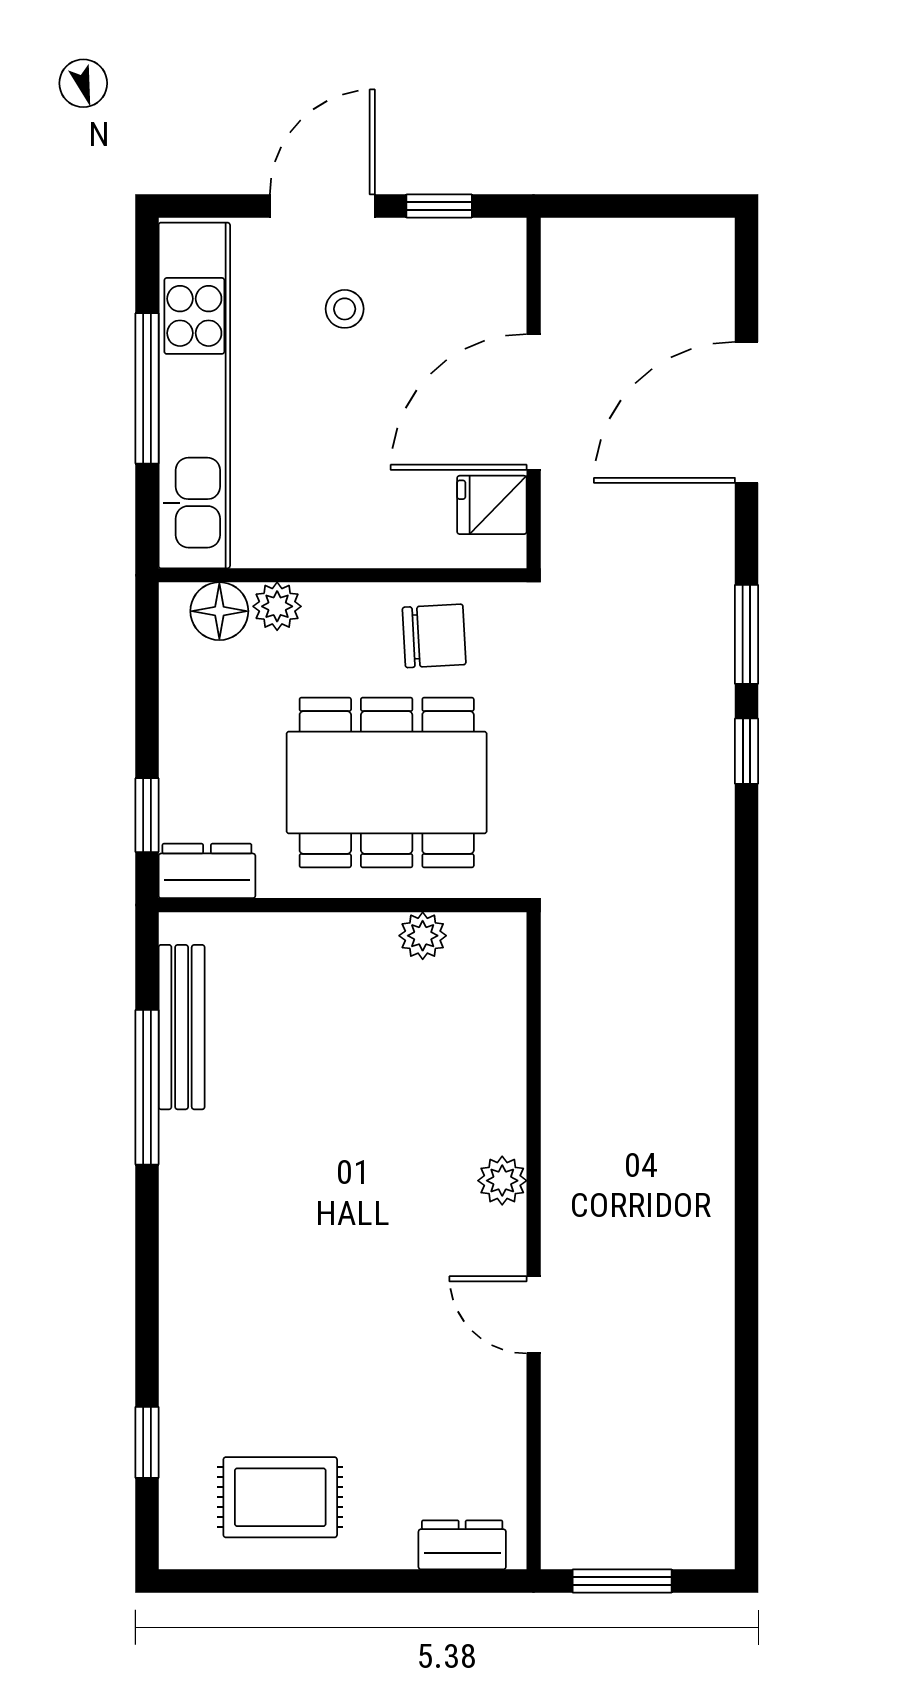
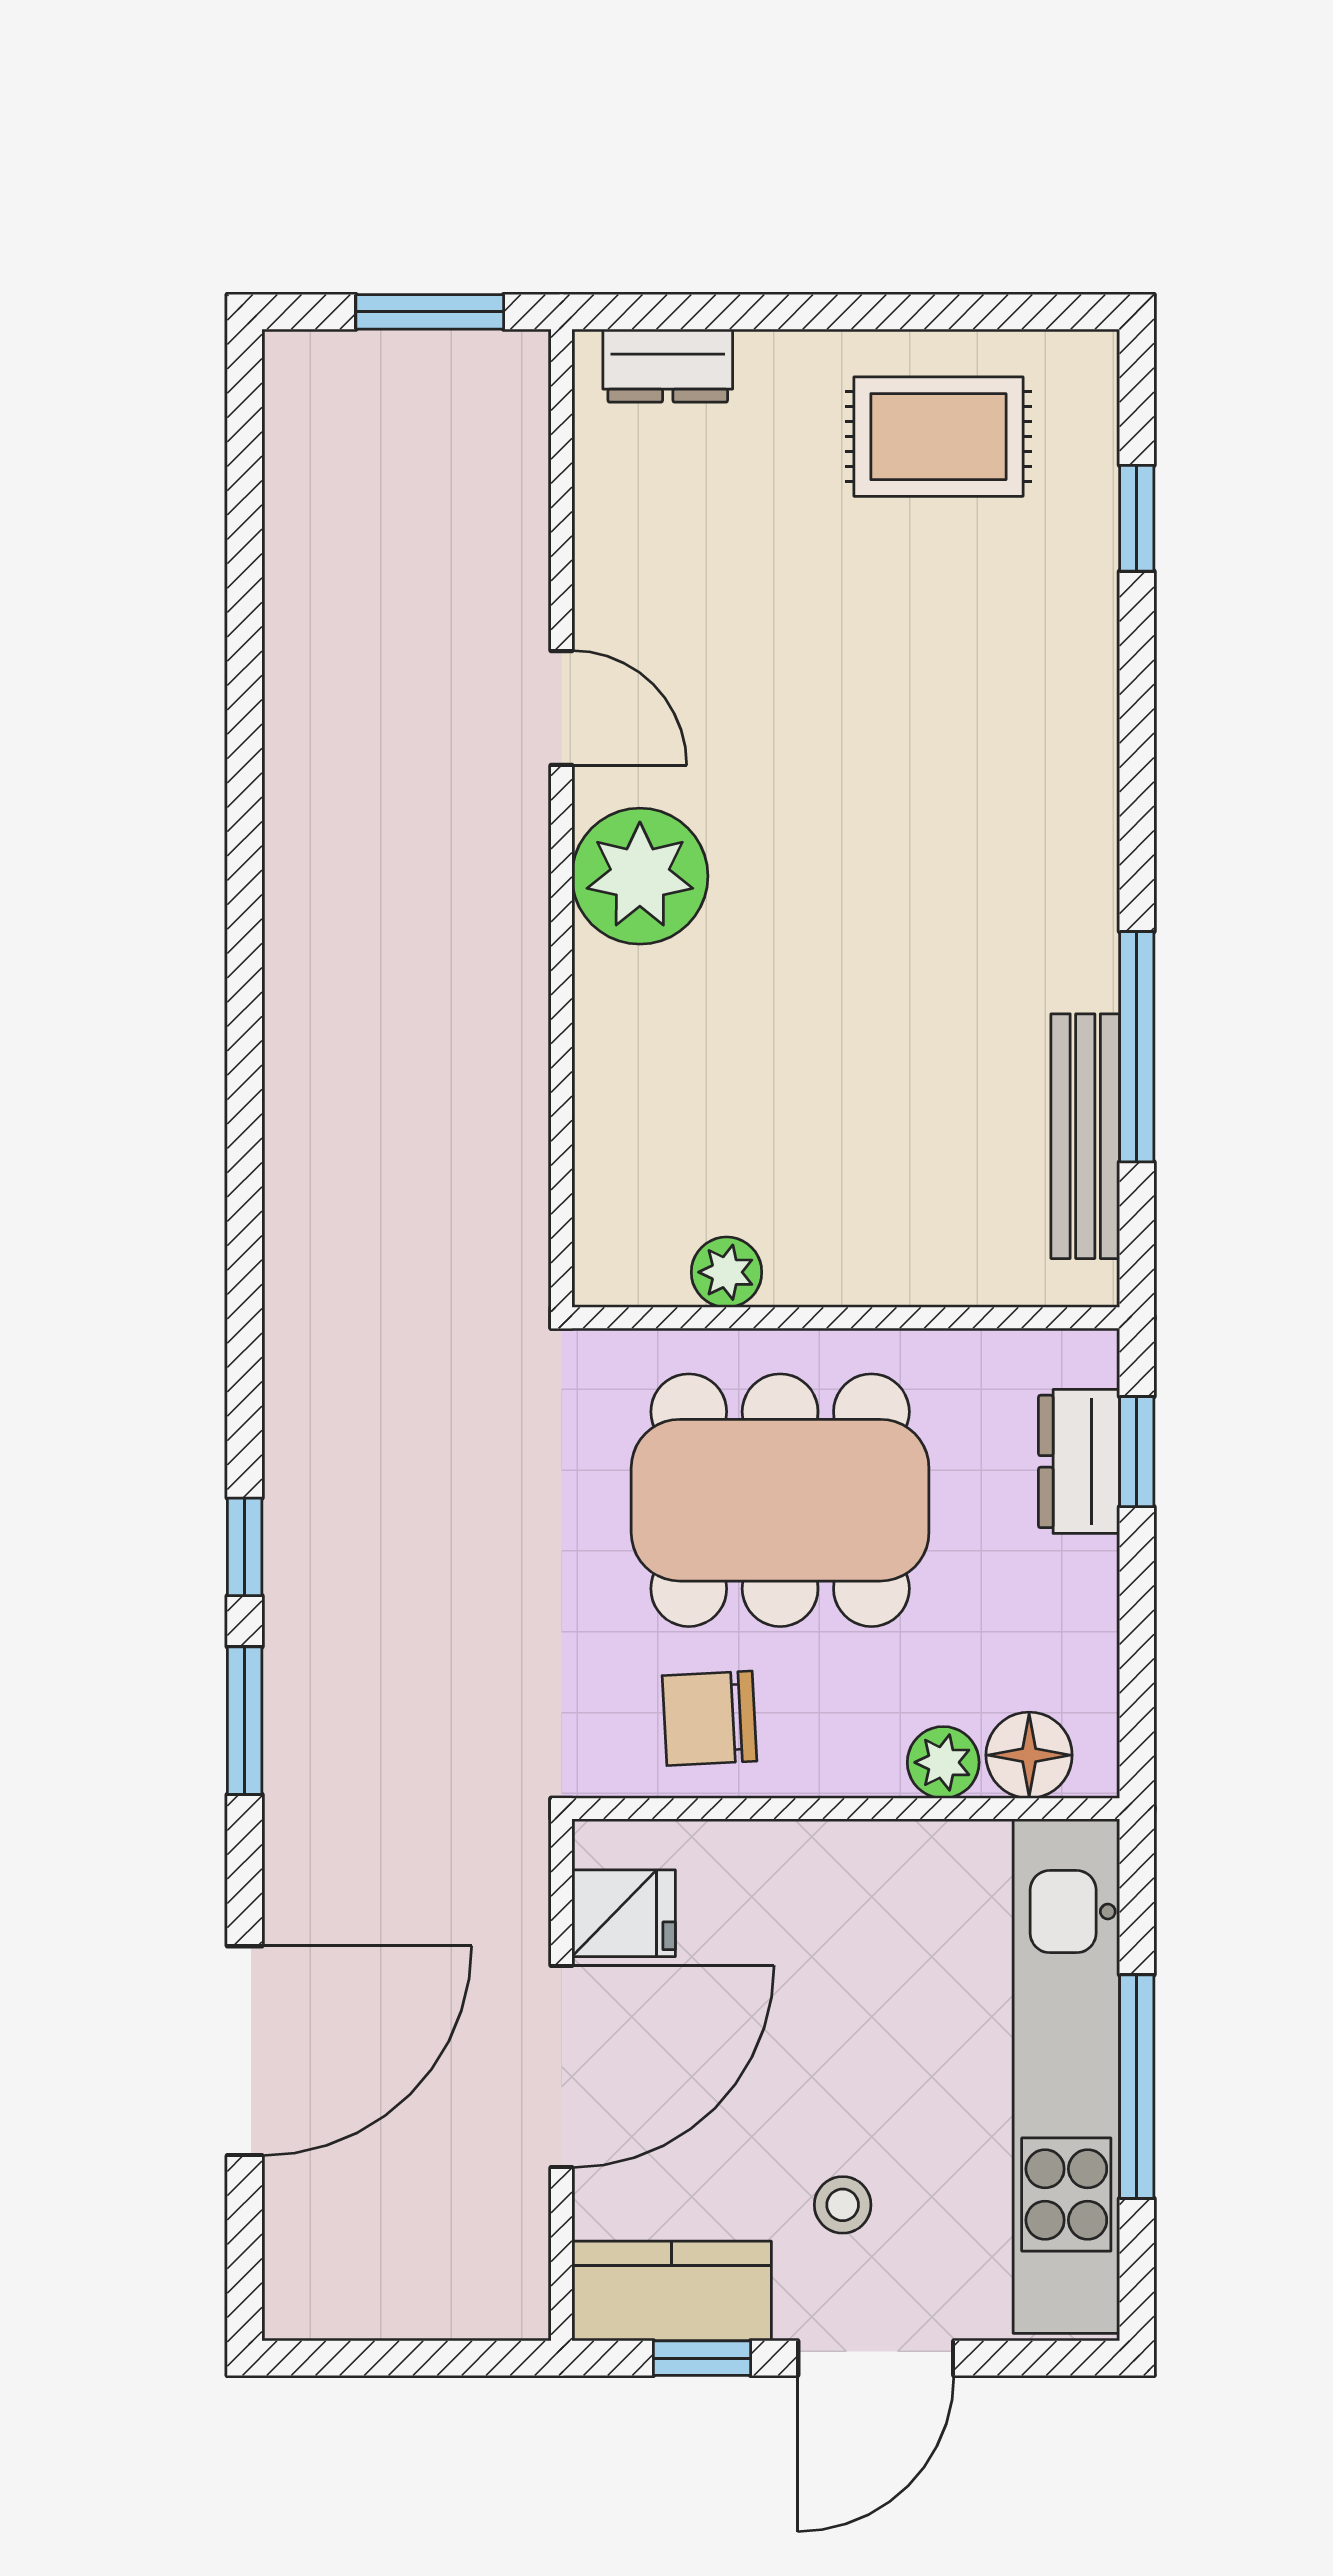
kitchen counter: (460, 251) -> (672, 2291), added
dresser: (207, 871) -> (1079, 1461), moved, turned 90
plant: (502, 1181) -> (640, 876), width x1.88, depth x1.88

